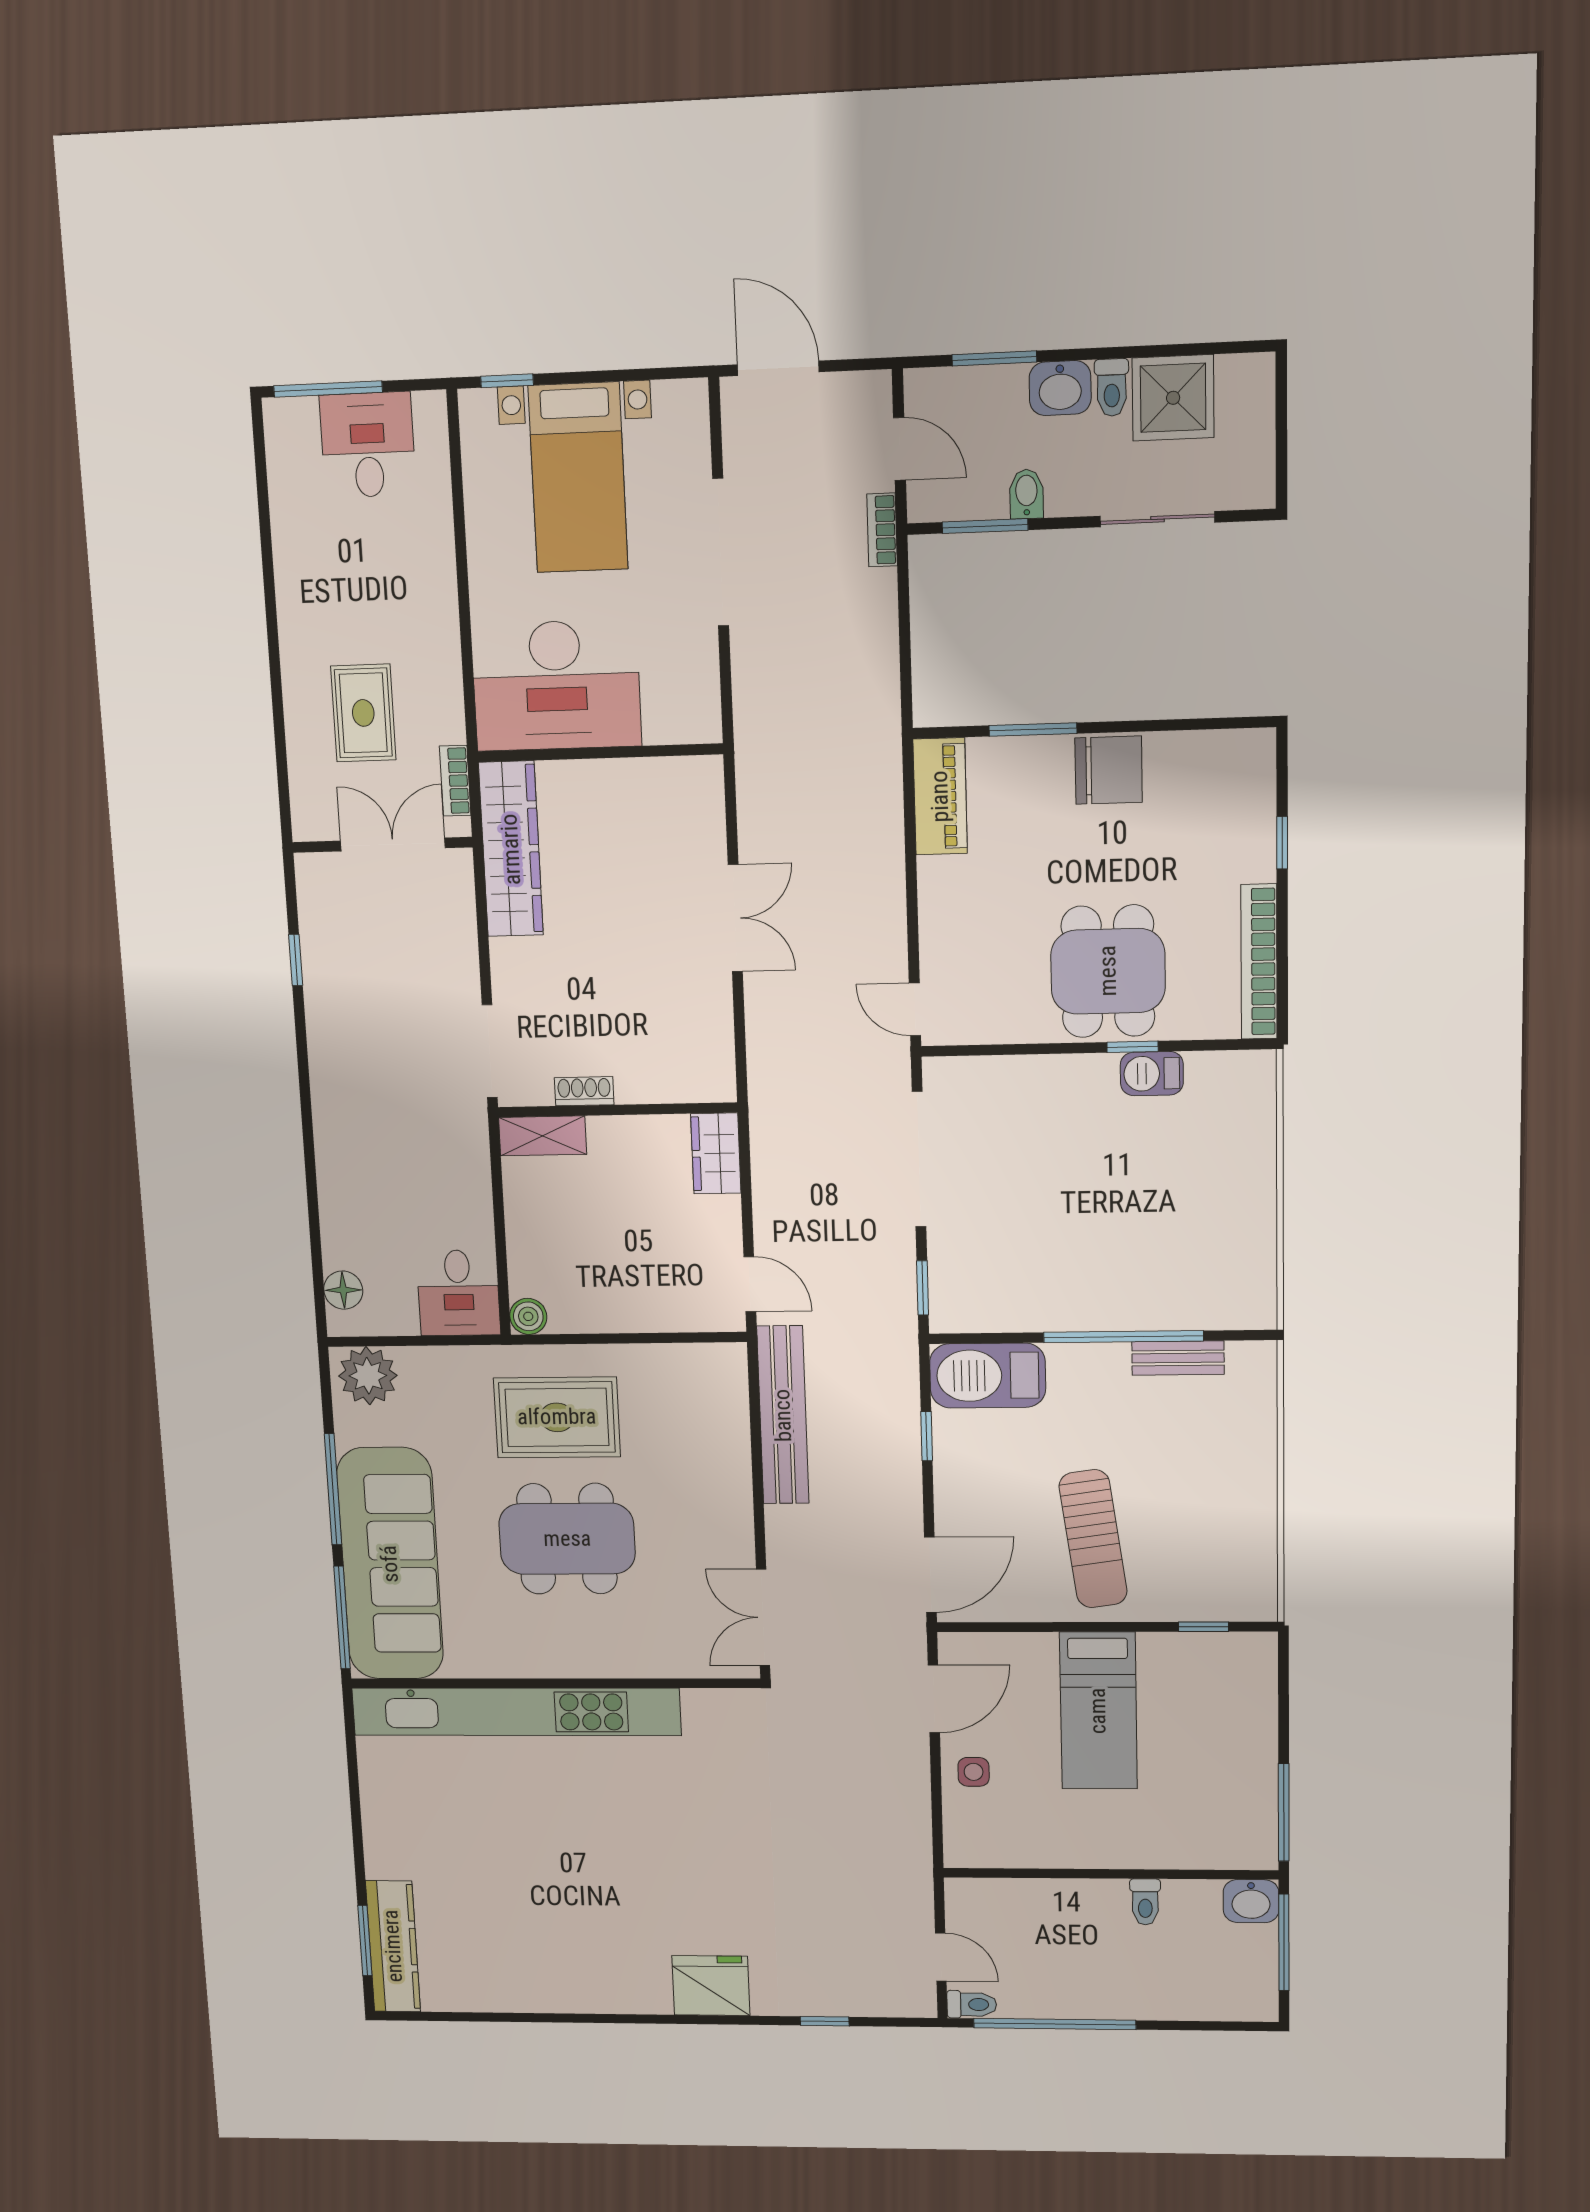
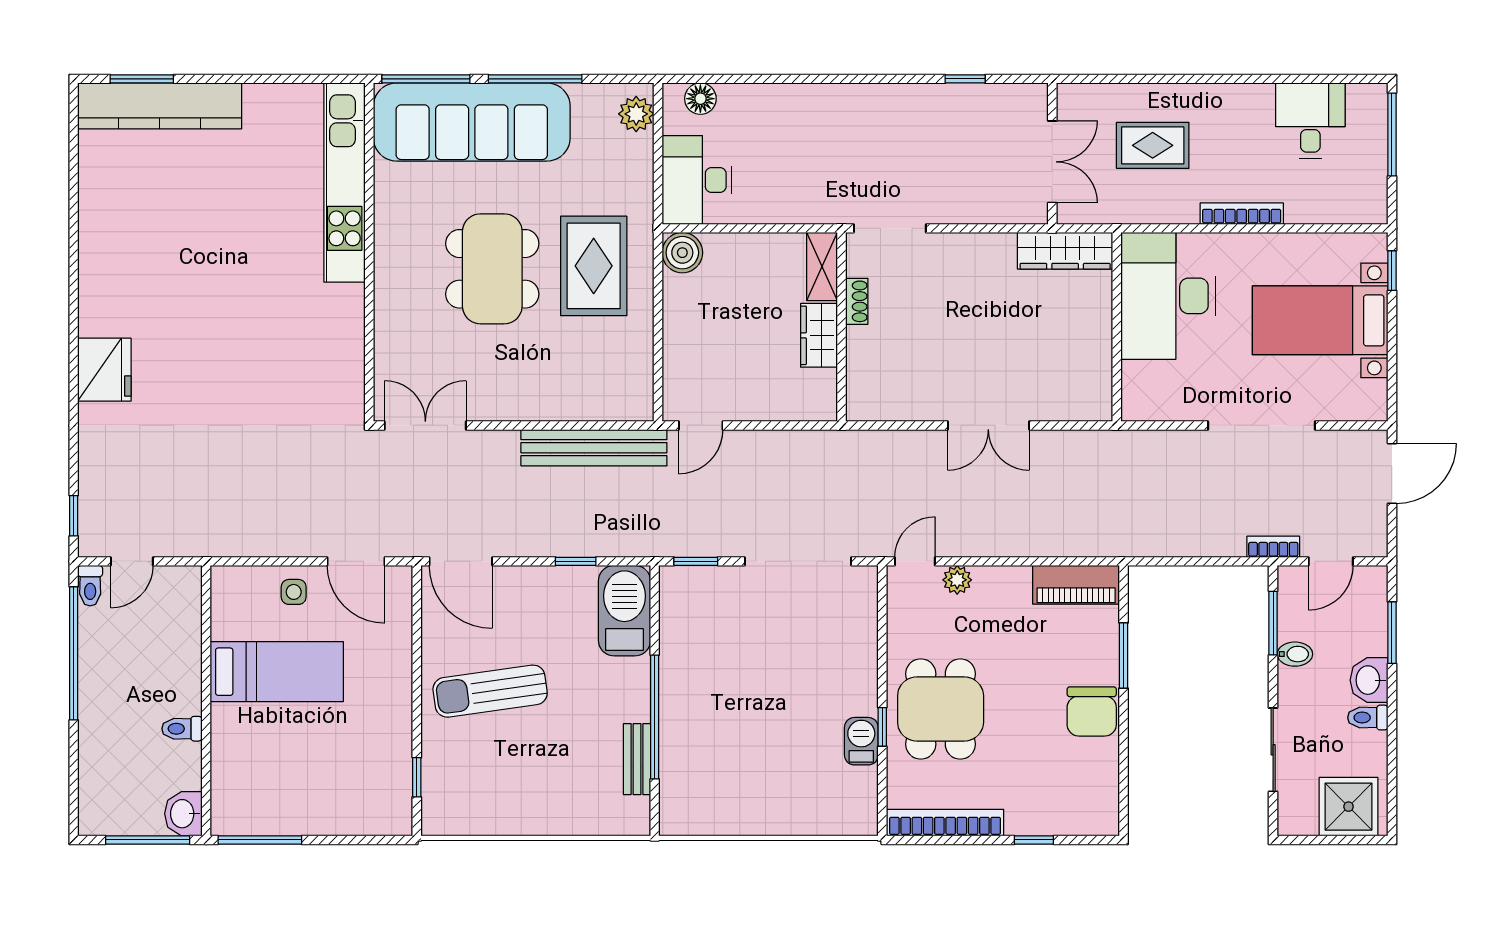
shower: (1173, 398) -> (1349, 807), moved
desk: (368, 445) -> (1310, 121), moved, turned -90
bookcase: (455, 781) -> (1242, 214), moved, width x1.56
wardrobe: (511, 849) -> (1065, 251), width x0.71, depth x0.85
plant: (938, 954) -> (957, 580), added
dining table: (1108, 971) -> (941, 709), turned 90
wardrobe: (716, 1153) -> (819, 335), moved, turned -90
desk: (458, 1293) -> (697, 180), width x1.37
boiler: (528, 1316) -> (682, 253), width x1.36, depth x1.36
plant: (368, 1376) -> (636, 114), width x0.73, depth x0.73
bed: (1098, 1711) -> (277, 672), moved, turned 180
kitchen unit: (516, 1712) -> (345, 183), width x0.73
kitchen counter: (393, 1946) -> (160, 106), width x1.39, depth x1.17
window: (825, 2021) -> (74, 516), moved

